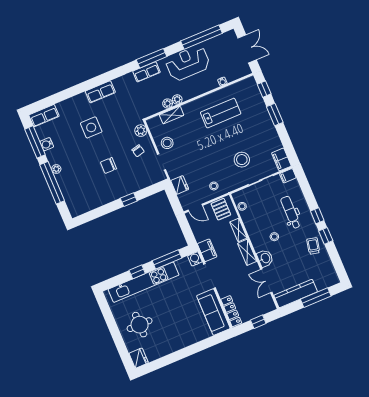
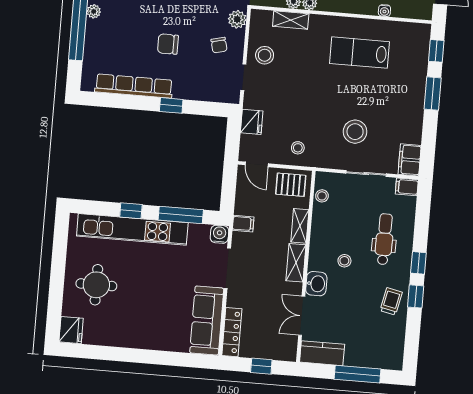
lab bench: (221, 113) -> (359, 53), turned 180
row of seats: (102, 200) -> (134, 86), added
pallet: (221, 209) -> (291, 185), turned 90
filing cabinet: (207, 250) -> (243, 224), width x0.50
kitchen counter: (296, 294) -> (322, 353), width x0.67

